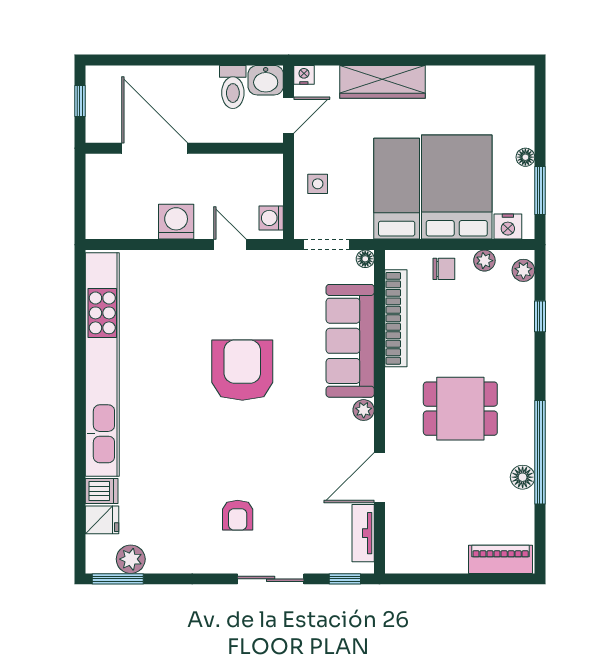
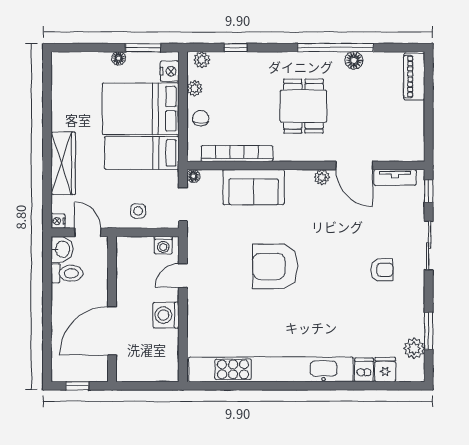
sofa: (350, 341) -> (254, 187), width x0.73
plant: (364, 410) -> (322, 177), moved
window: (118, 579) -> (429, 331), moved

